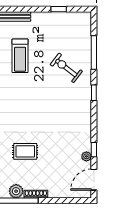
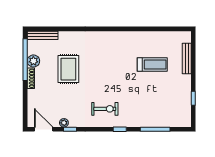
treadmill: (20, 56) -> (152, 64), turned 180
exercise bike: (66, 68) -> (105, 109), moved, turned 52
rug: (25, 151) -> (68, 69), width x1.36, depth x1.43

